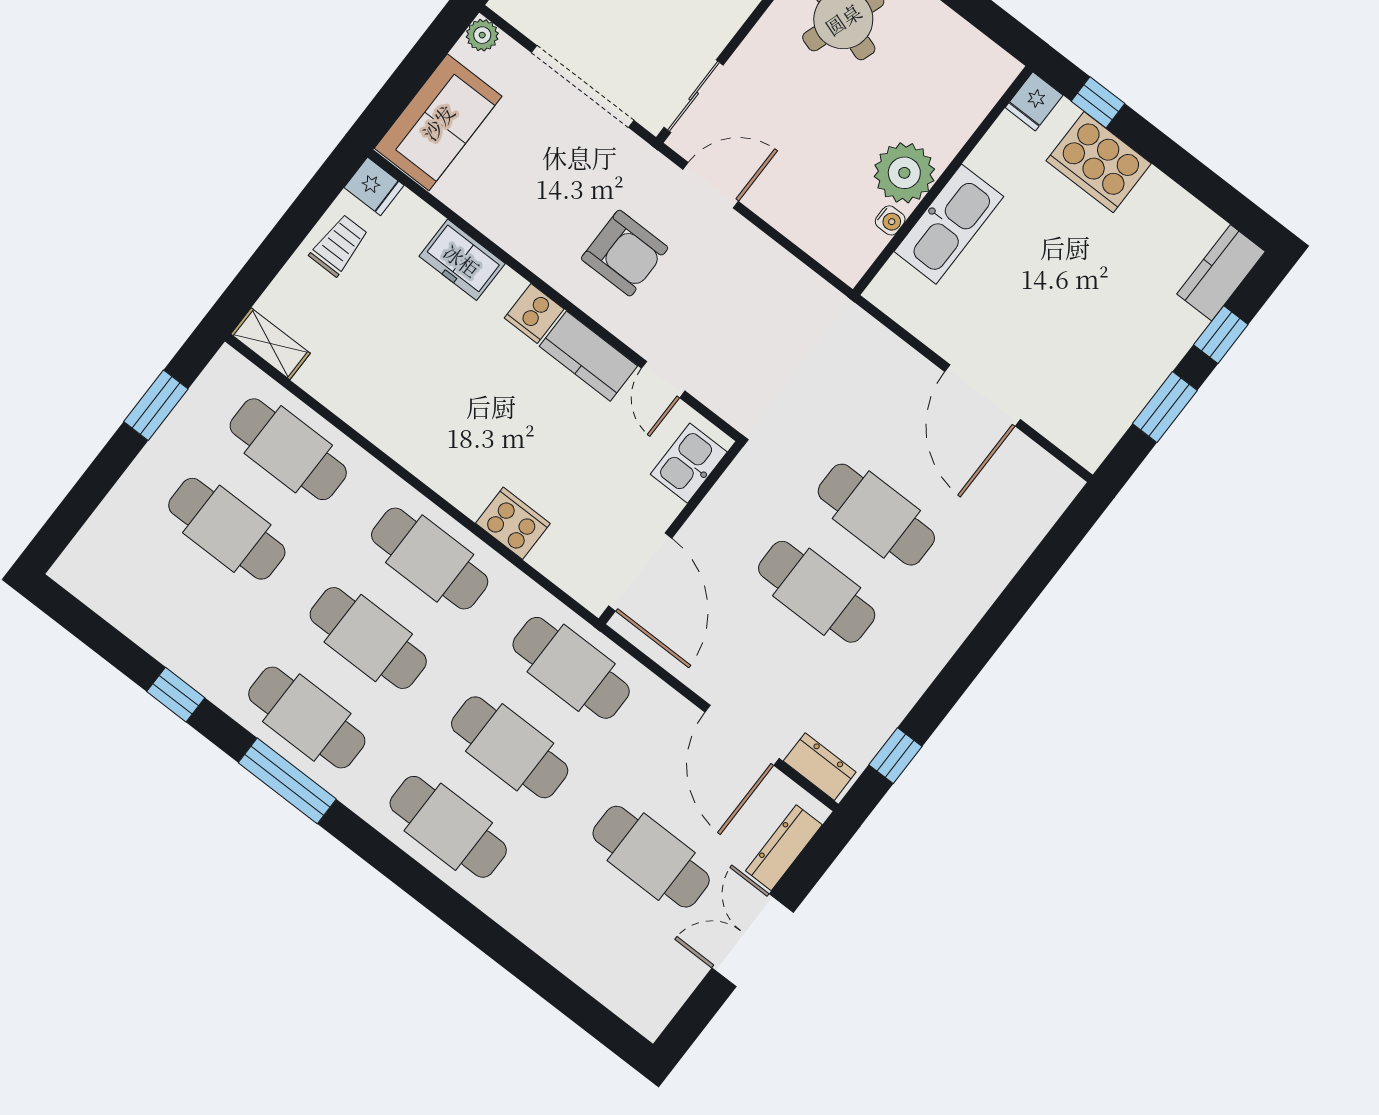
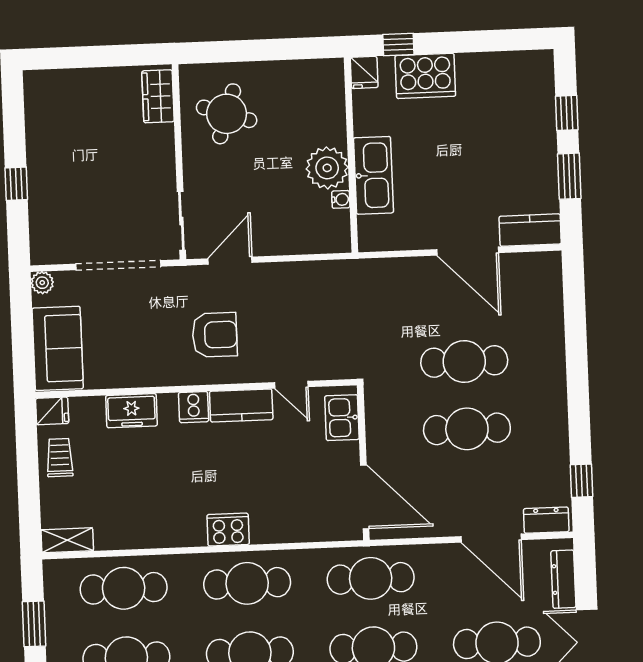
kitchen counter: (1221, 273) -> (530, 230), moved, turned 90
cooker: (513, 523) -> (228, 530), moved

